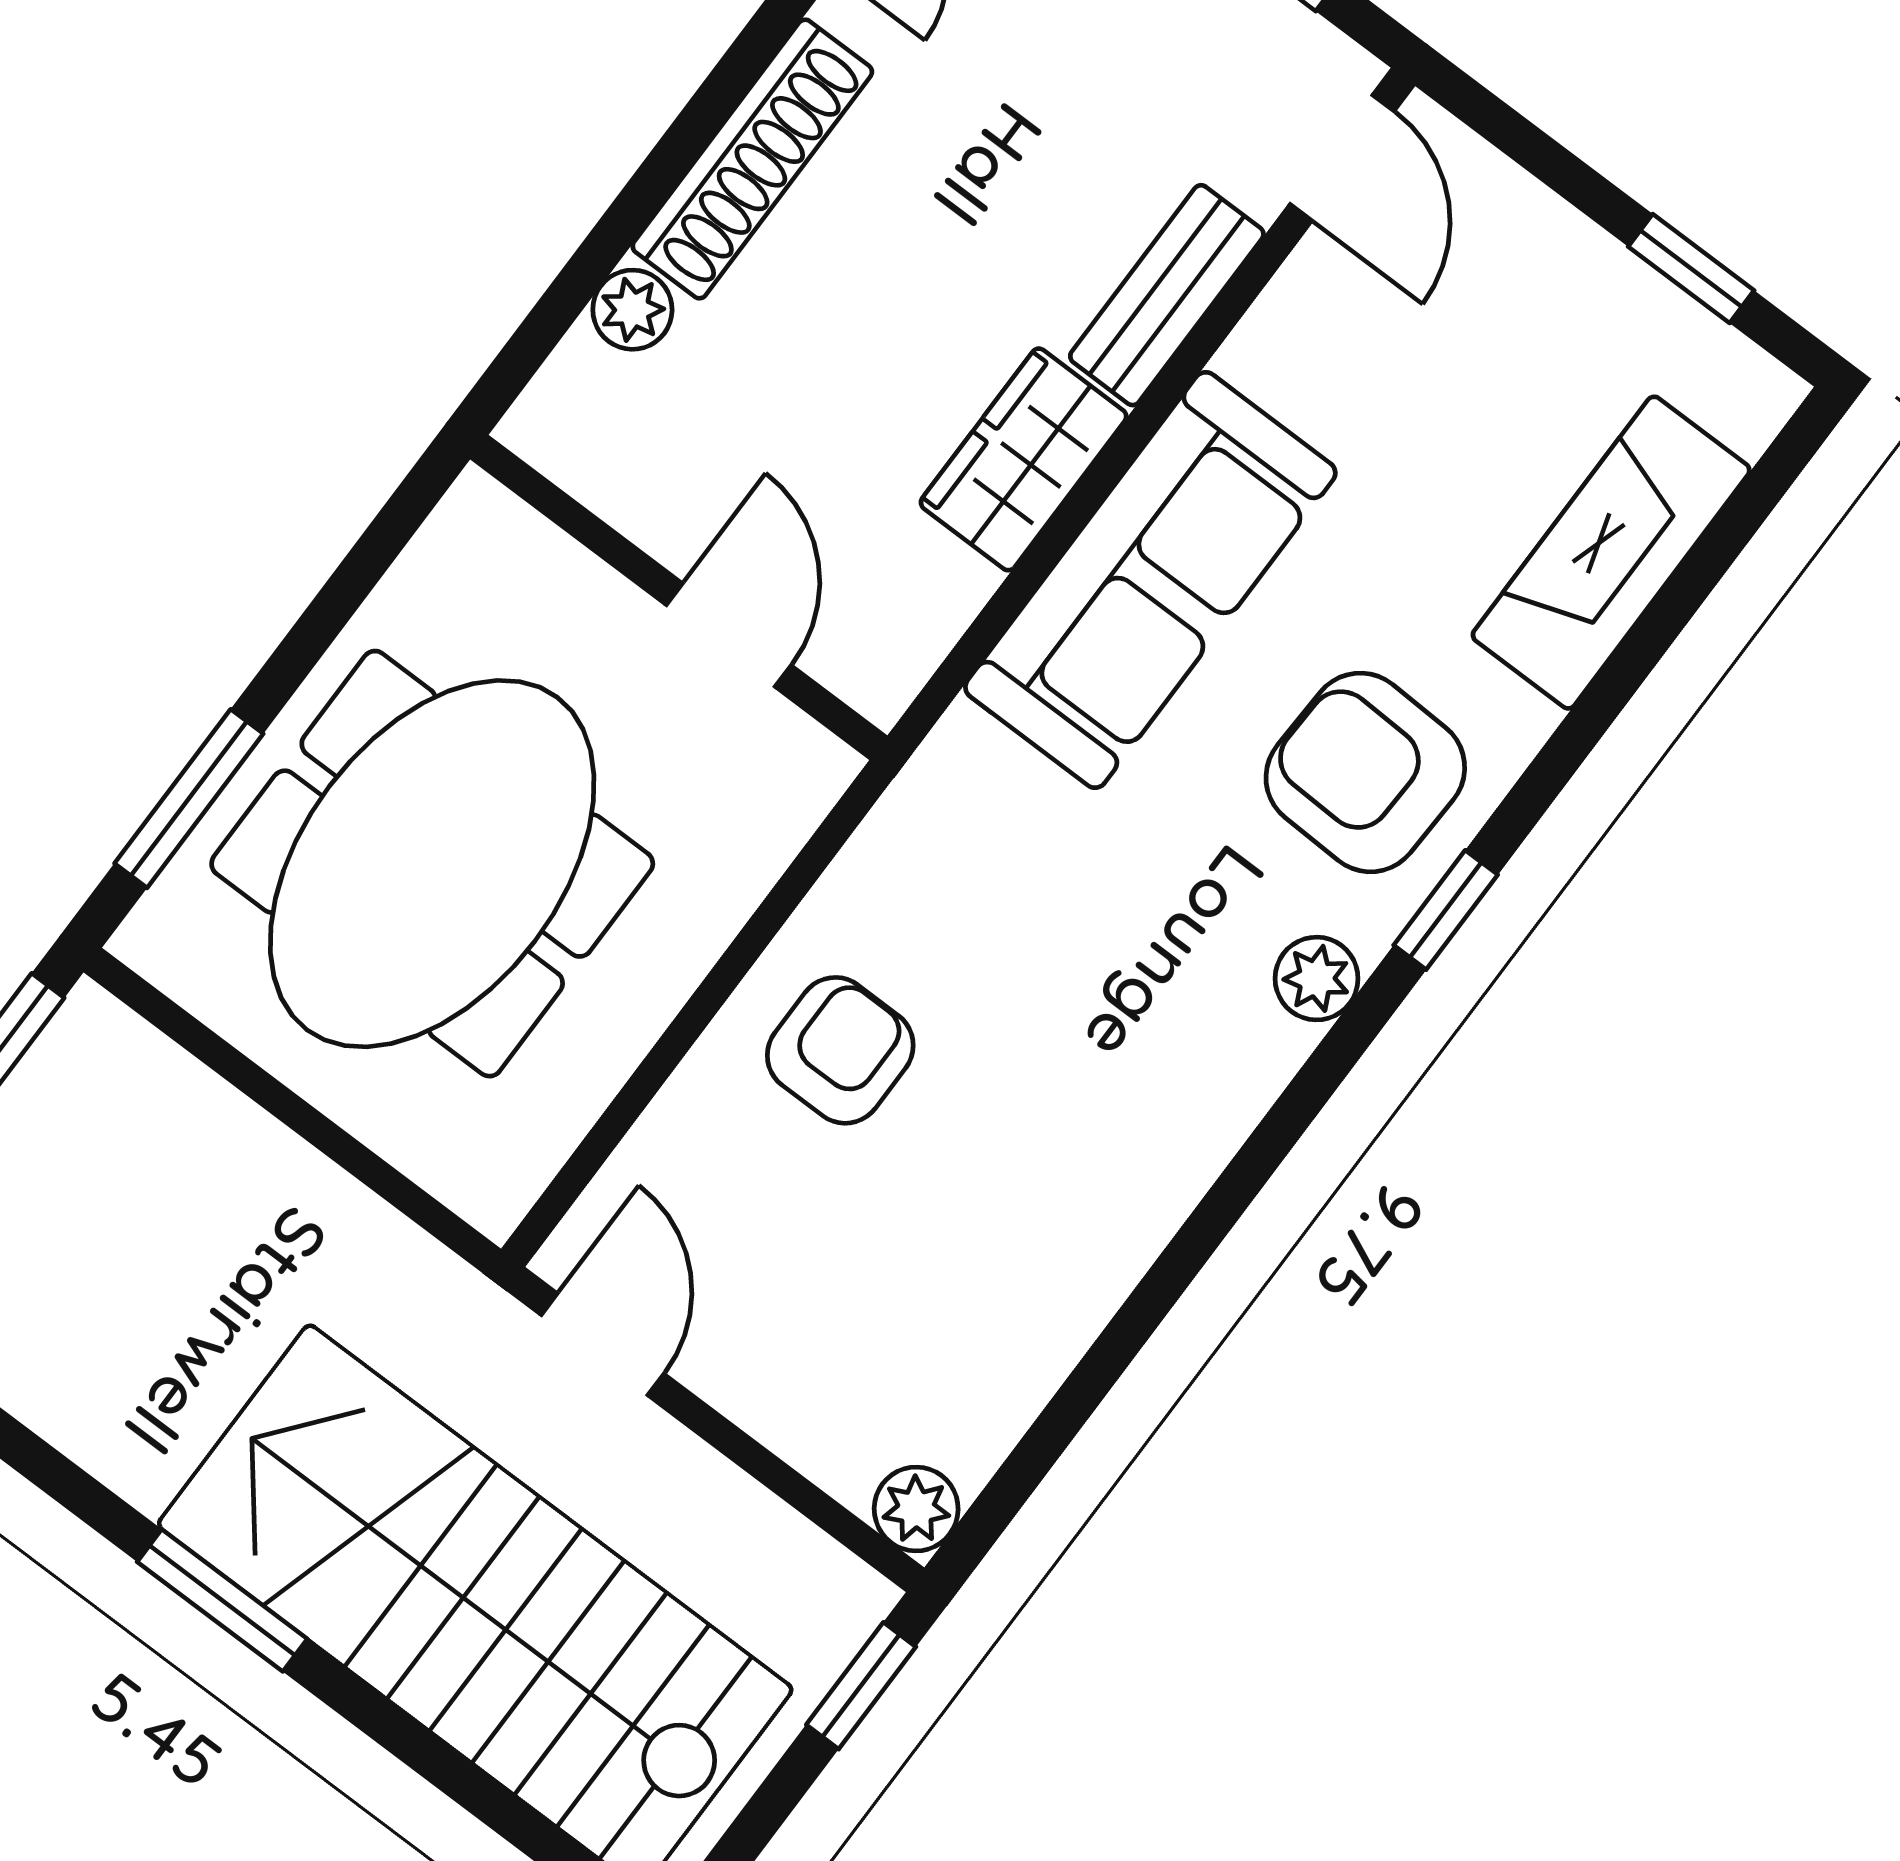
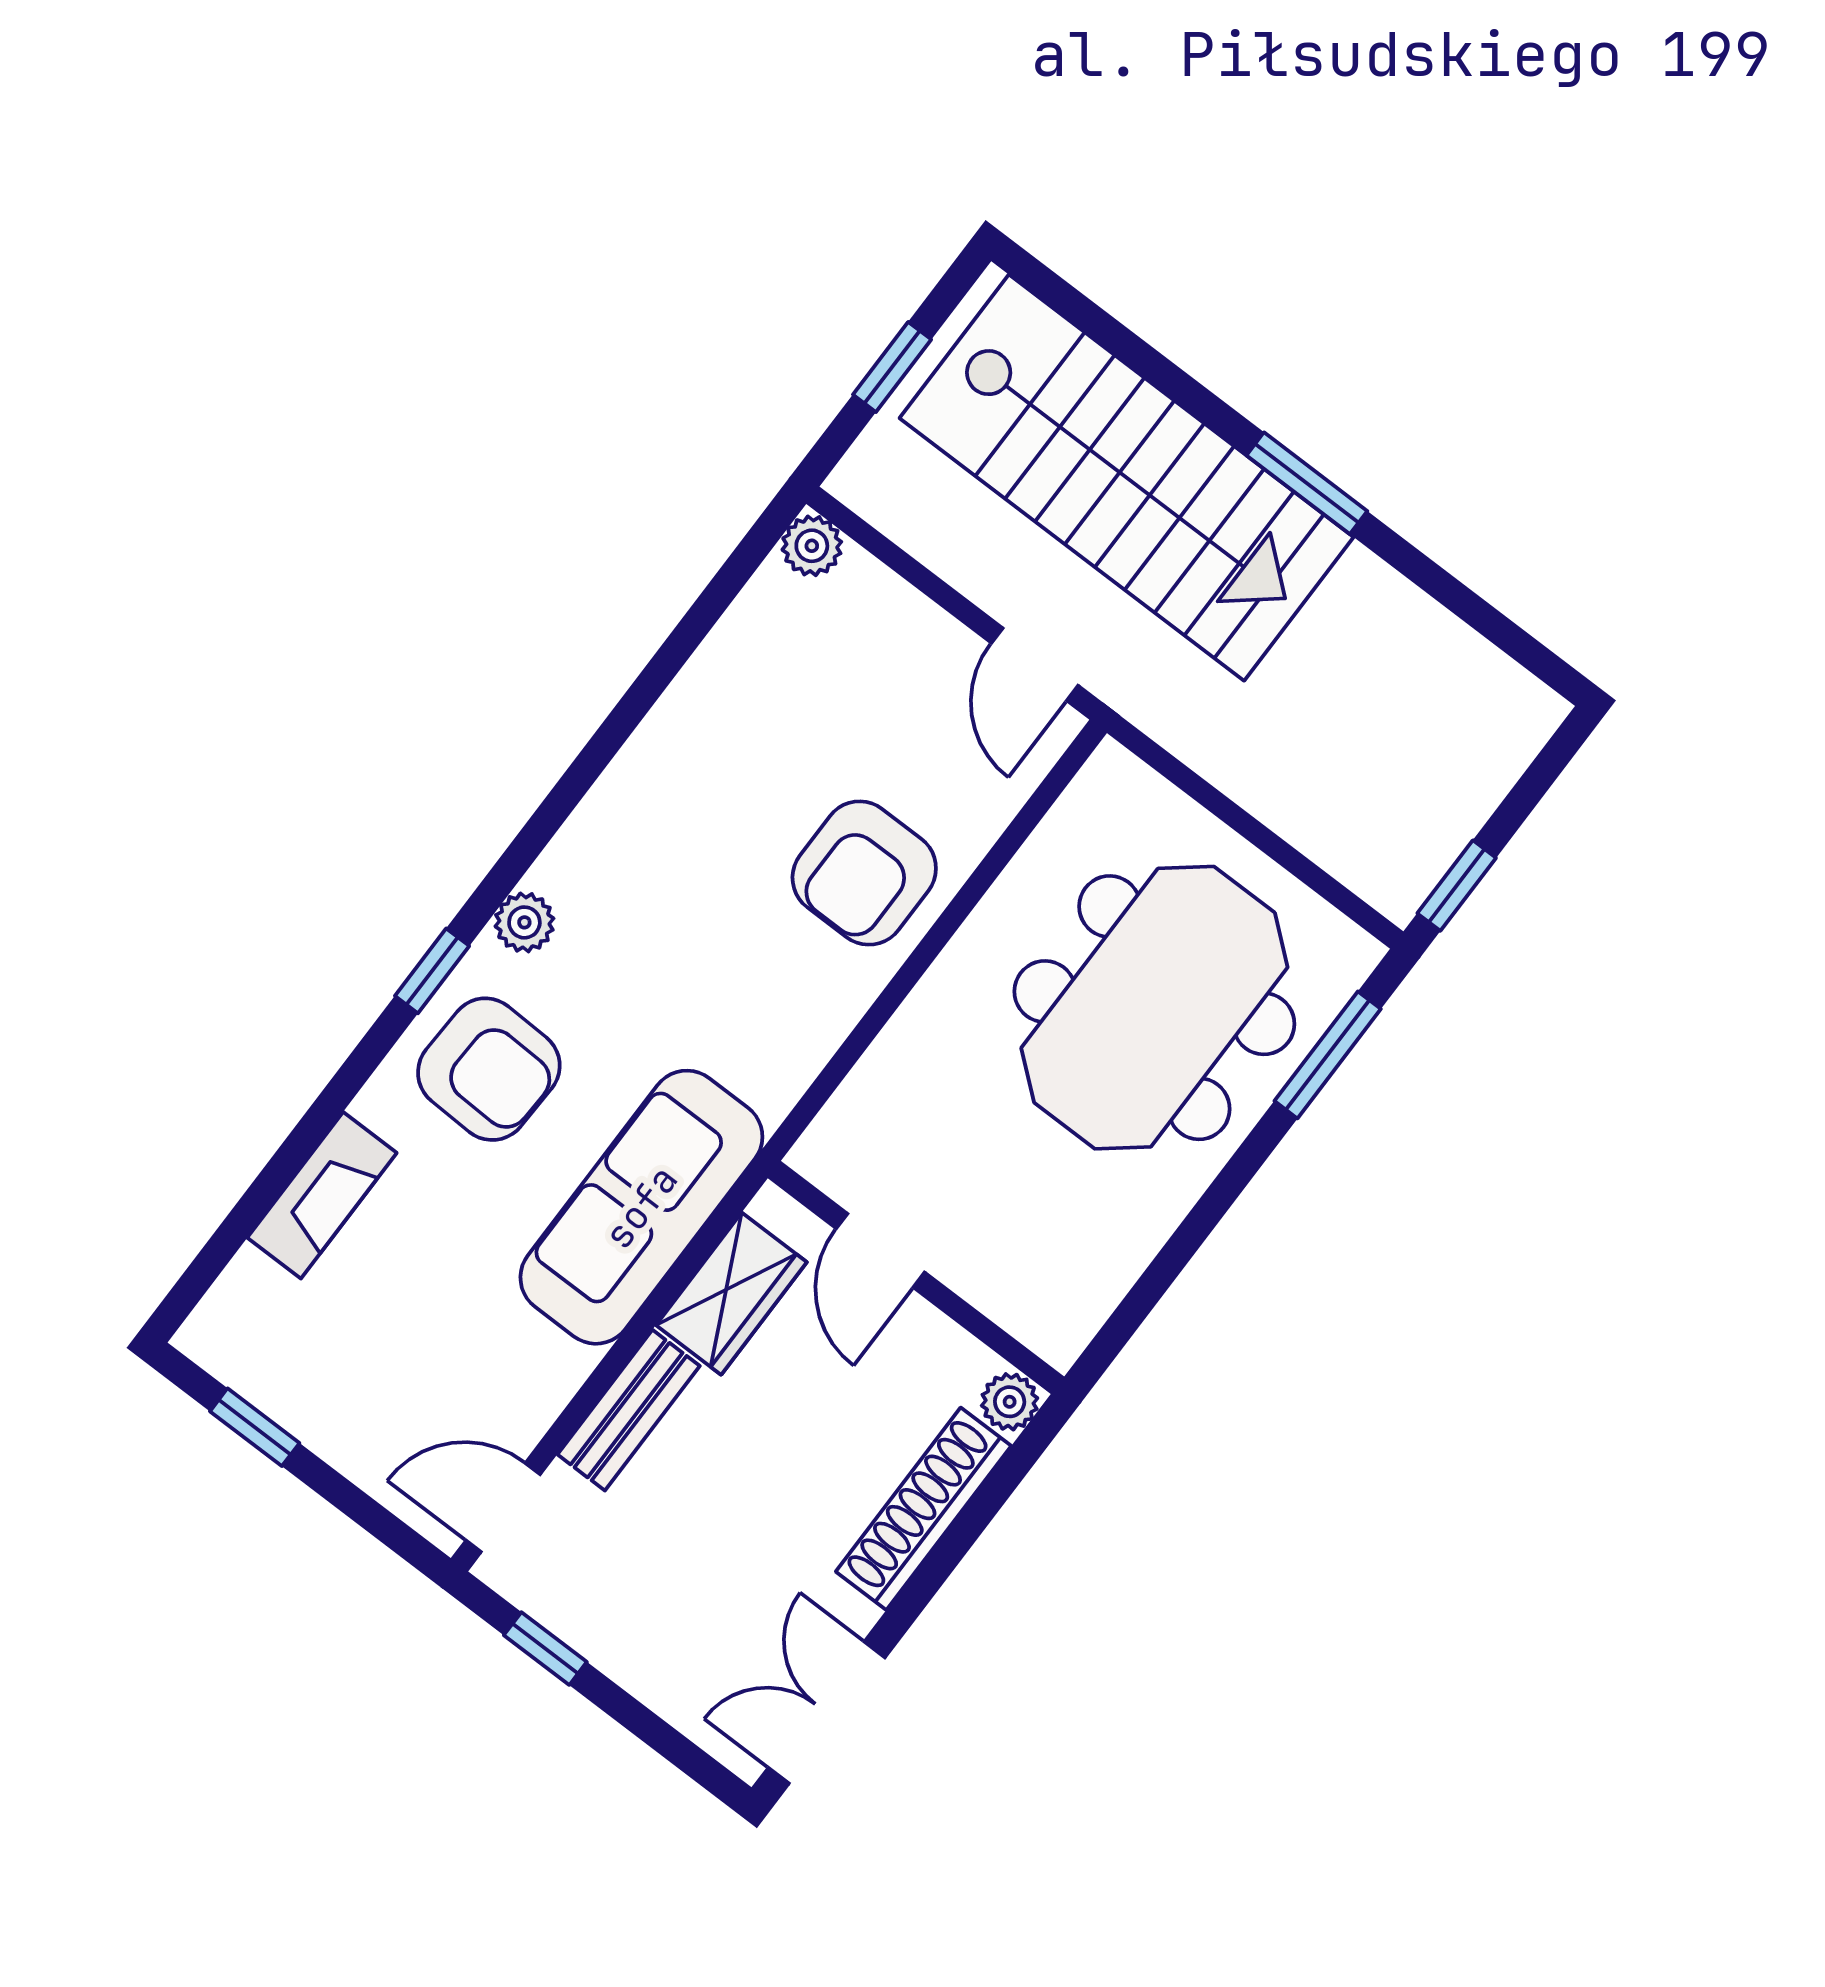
door: (1342, 158) -> (503, 1507), hinge flipped
fireplace: (1611, 553) -> (322, 1195), width x0.73, depth x0.76
wall: (679, 597) -> (916, 1277), moved
door: (729, 635) -> (880, 1250), moved
armchair: (840, 1050) -> (864, 873), width x1.38, depth x1.38
window: (861, 1686) -> (892, 367), moved

